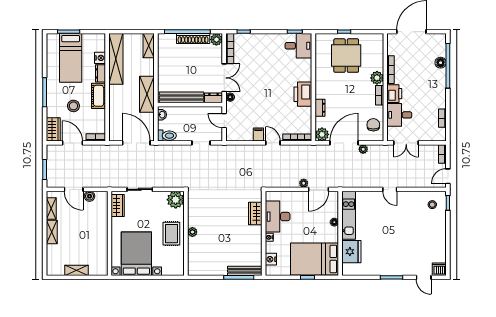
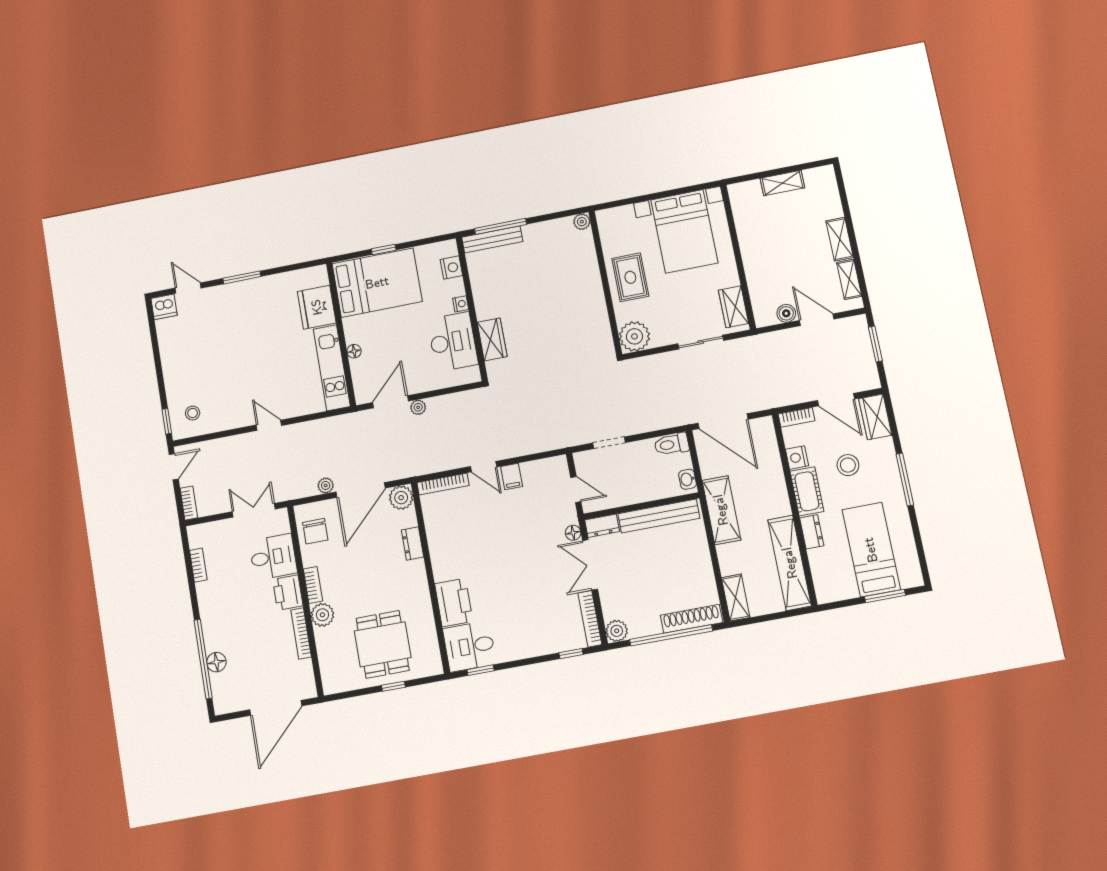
shoe rack: (193, 39) -> (691, 619), moved
nightstand: (100, 58) -> (797, 458), moved
printer: (303, 94) -> (454, 602), moved
plant: (192, 232) -> (582, 222), moved

